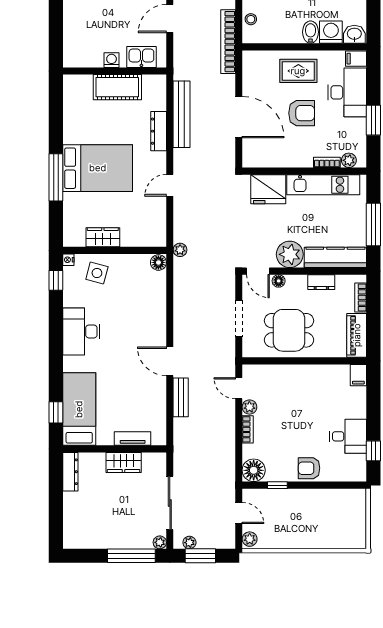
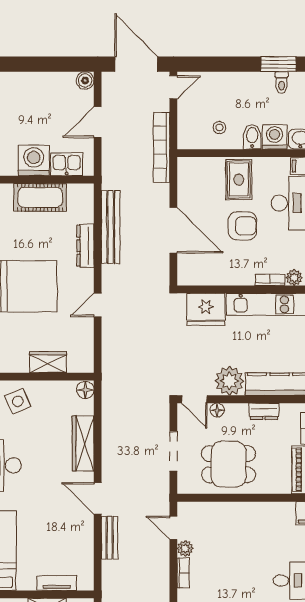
stool: (251, 19) -> (219, 128), moved
washing machine: (112, 60) -> (34, 160), width x1.89, depth x1.89
rug: (298, 71) -> (239, 180), turned 90
wardrobe: (103, 237) -> (48, 362), moved
plant: (180, 250) -> (109, 376), removed
side table: (97, 273) -> (18, 401), turned -38
wardrobe: (157, 311) -> (83, 443), added

